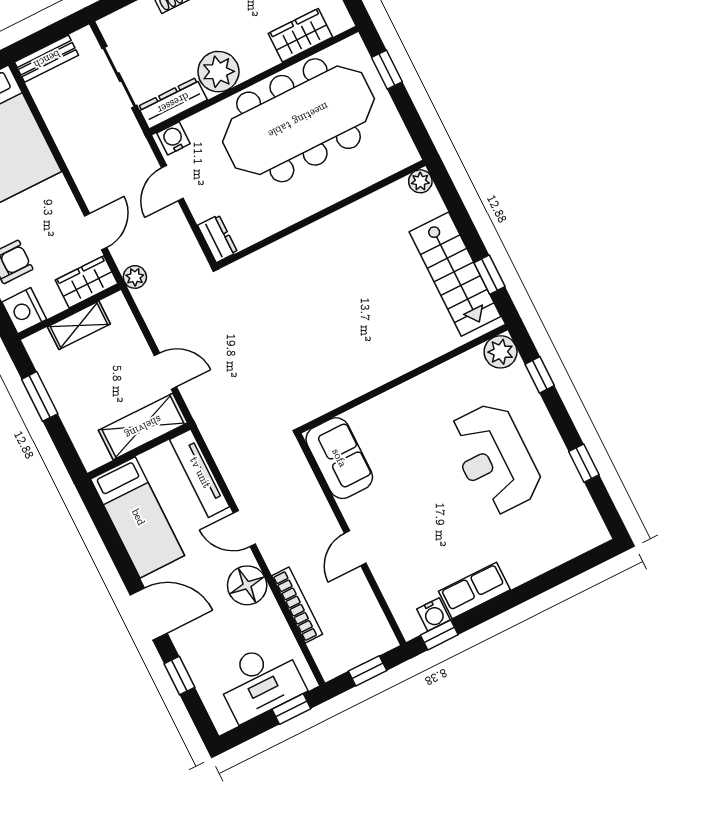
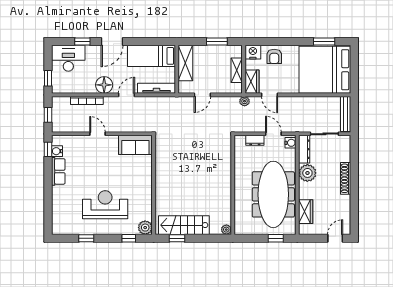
bench: (47, 59) -> (346, 114), width x1.36
dresser: (217, 239) -> (255, 140), moved
shelving: (143, 427) -> (185, 63), moved
desk: (260, 681) -> (68, 58), moved, turned 90

